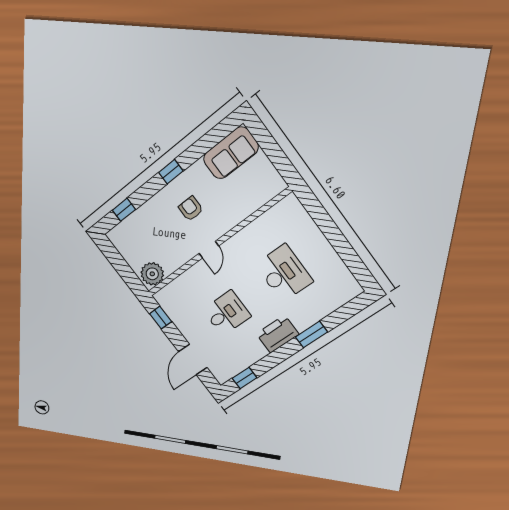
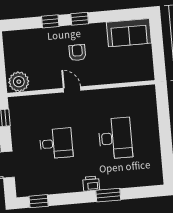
window: (124, 210) -> (50, 21), moved
door: (209, 250) -> (72, 89), swing flipped
printer: (277, 334) -> (91, 184), width x0.53, depth x0.68

